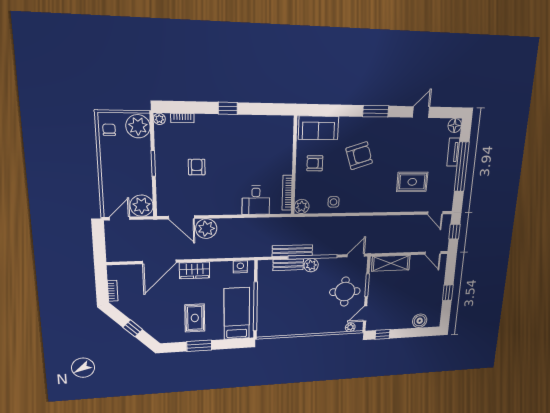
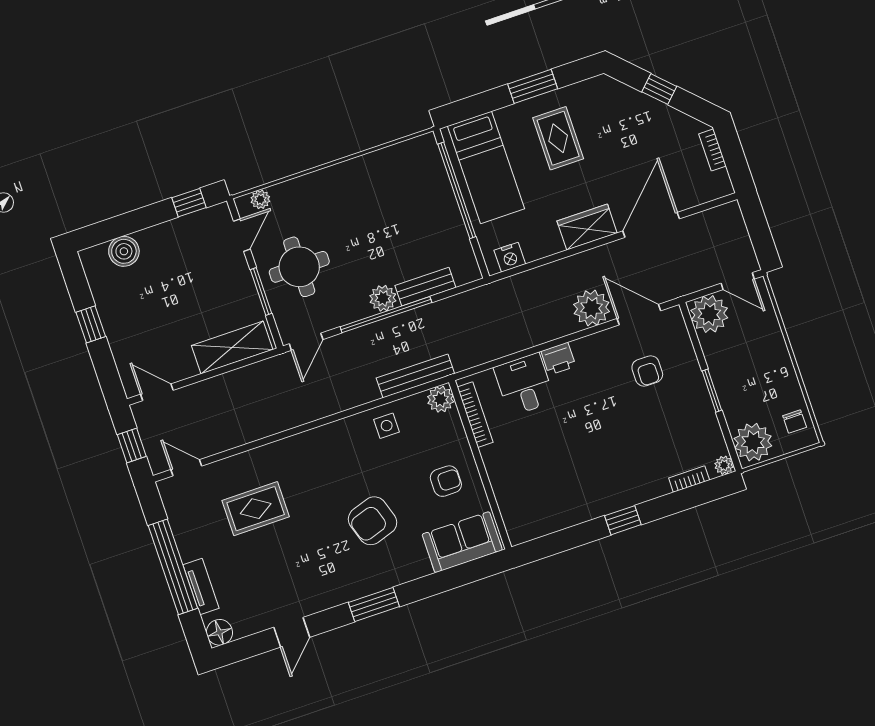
armchair: (197, 167) -> (647, 371), moved
printer: (233, 208) -> (558, 359), added
door: (120, 218) -> (738, 281), hinge flipped
bench: (292, 251) -> (415, 376), moved

